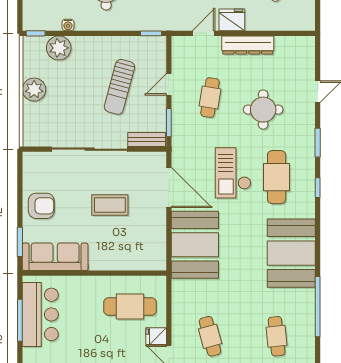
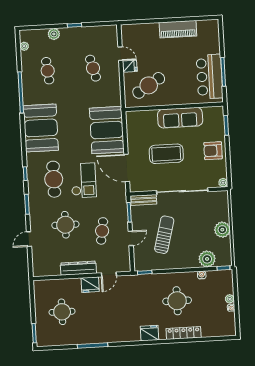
plant: (29, 158) -> (223, 183), added
coffee table: (110, 205) -> (166, 154), width x1.36, depth x1.32
sofa: (55, 257) -> (180, 118), moved
cafe table: (130, 307) -> (149, 85), turned -32

